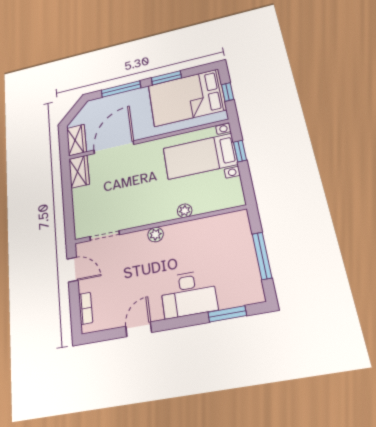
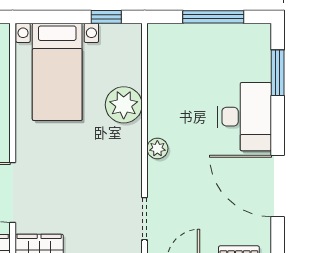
window: (240, 151) -> (106, 17), moved
plant: (185, 211) -> (124, 105), width x1.88, depth x1.88
door: (139, 329) -> (278, 186), width x1.87

